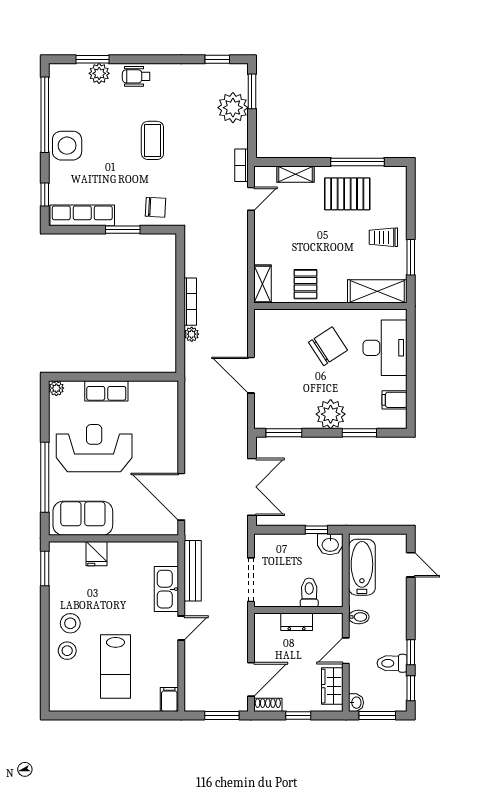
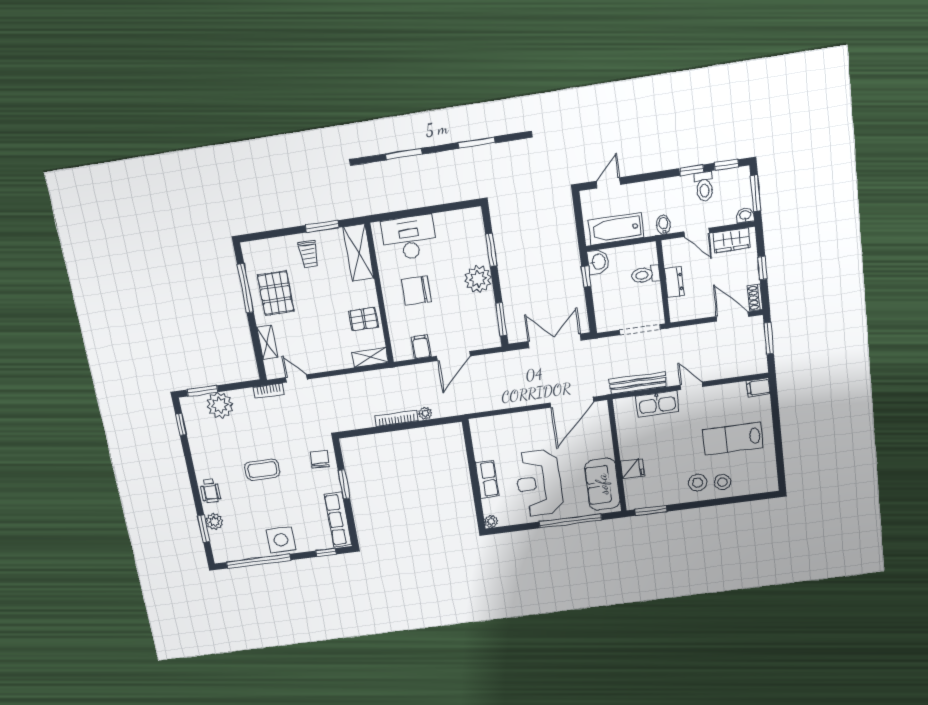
chair: (328, 346) -> (416, 291), turned -57
filing cabinet: (394, 400) -> (421, 347), moved, turned 180
lab bench: (116, 667) -> (733, 439), turned 180

